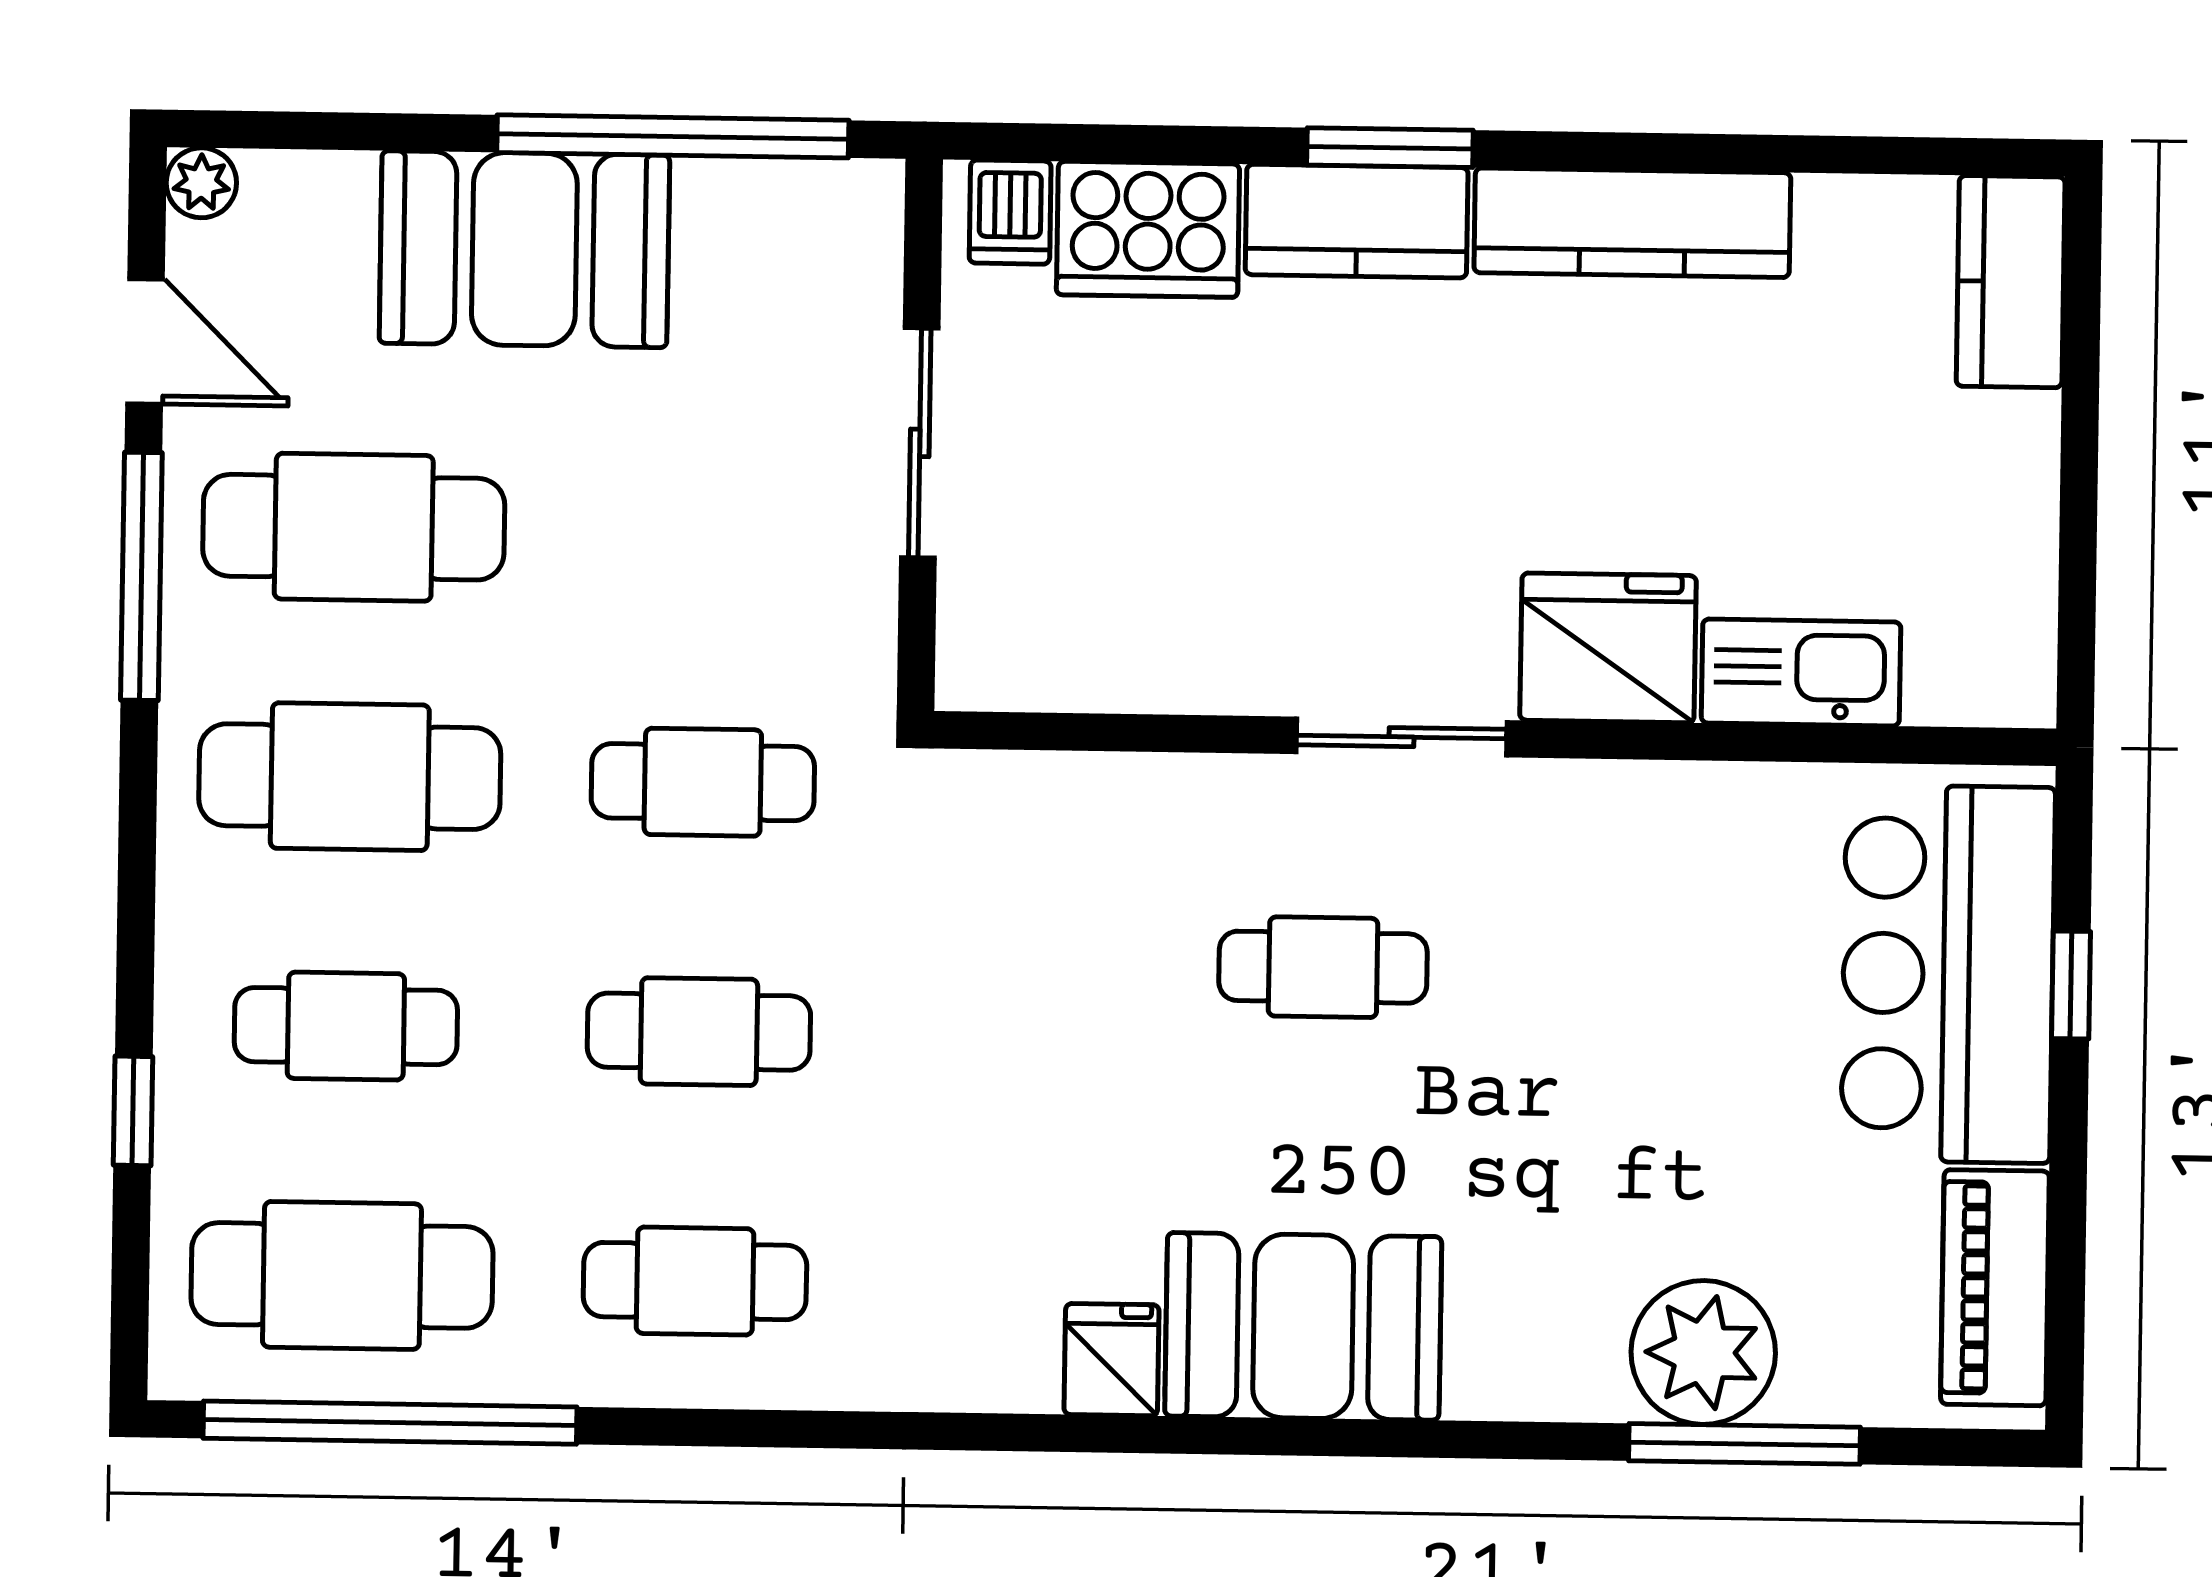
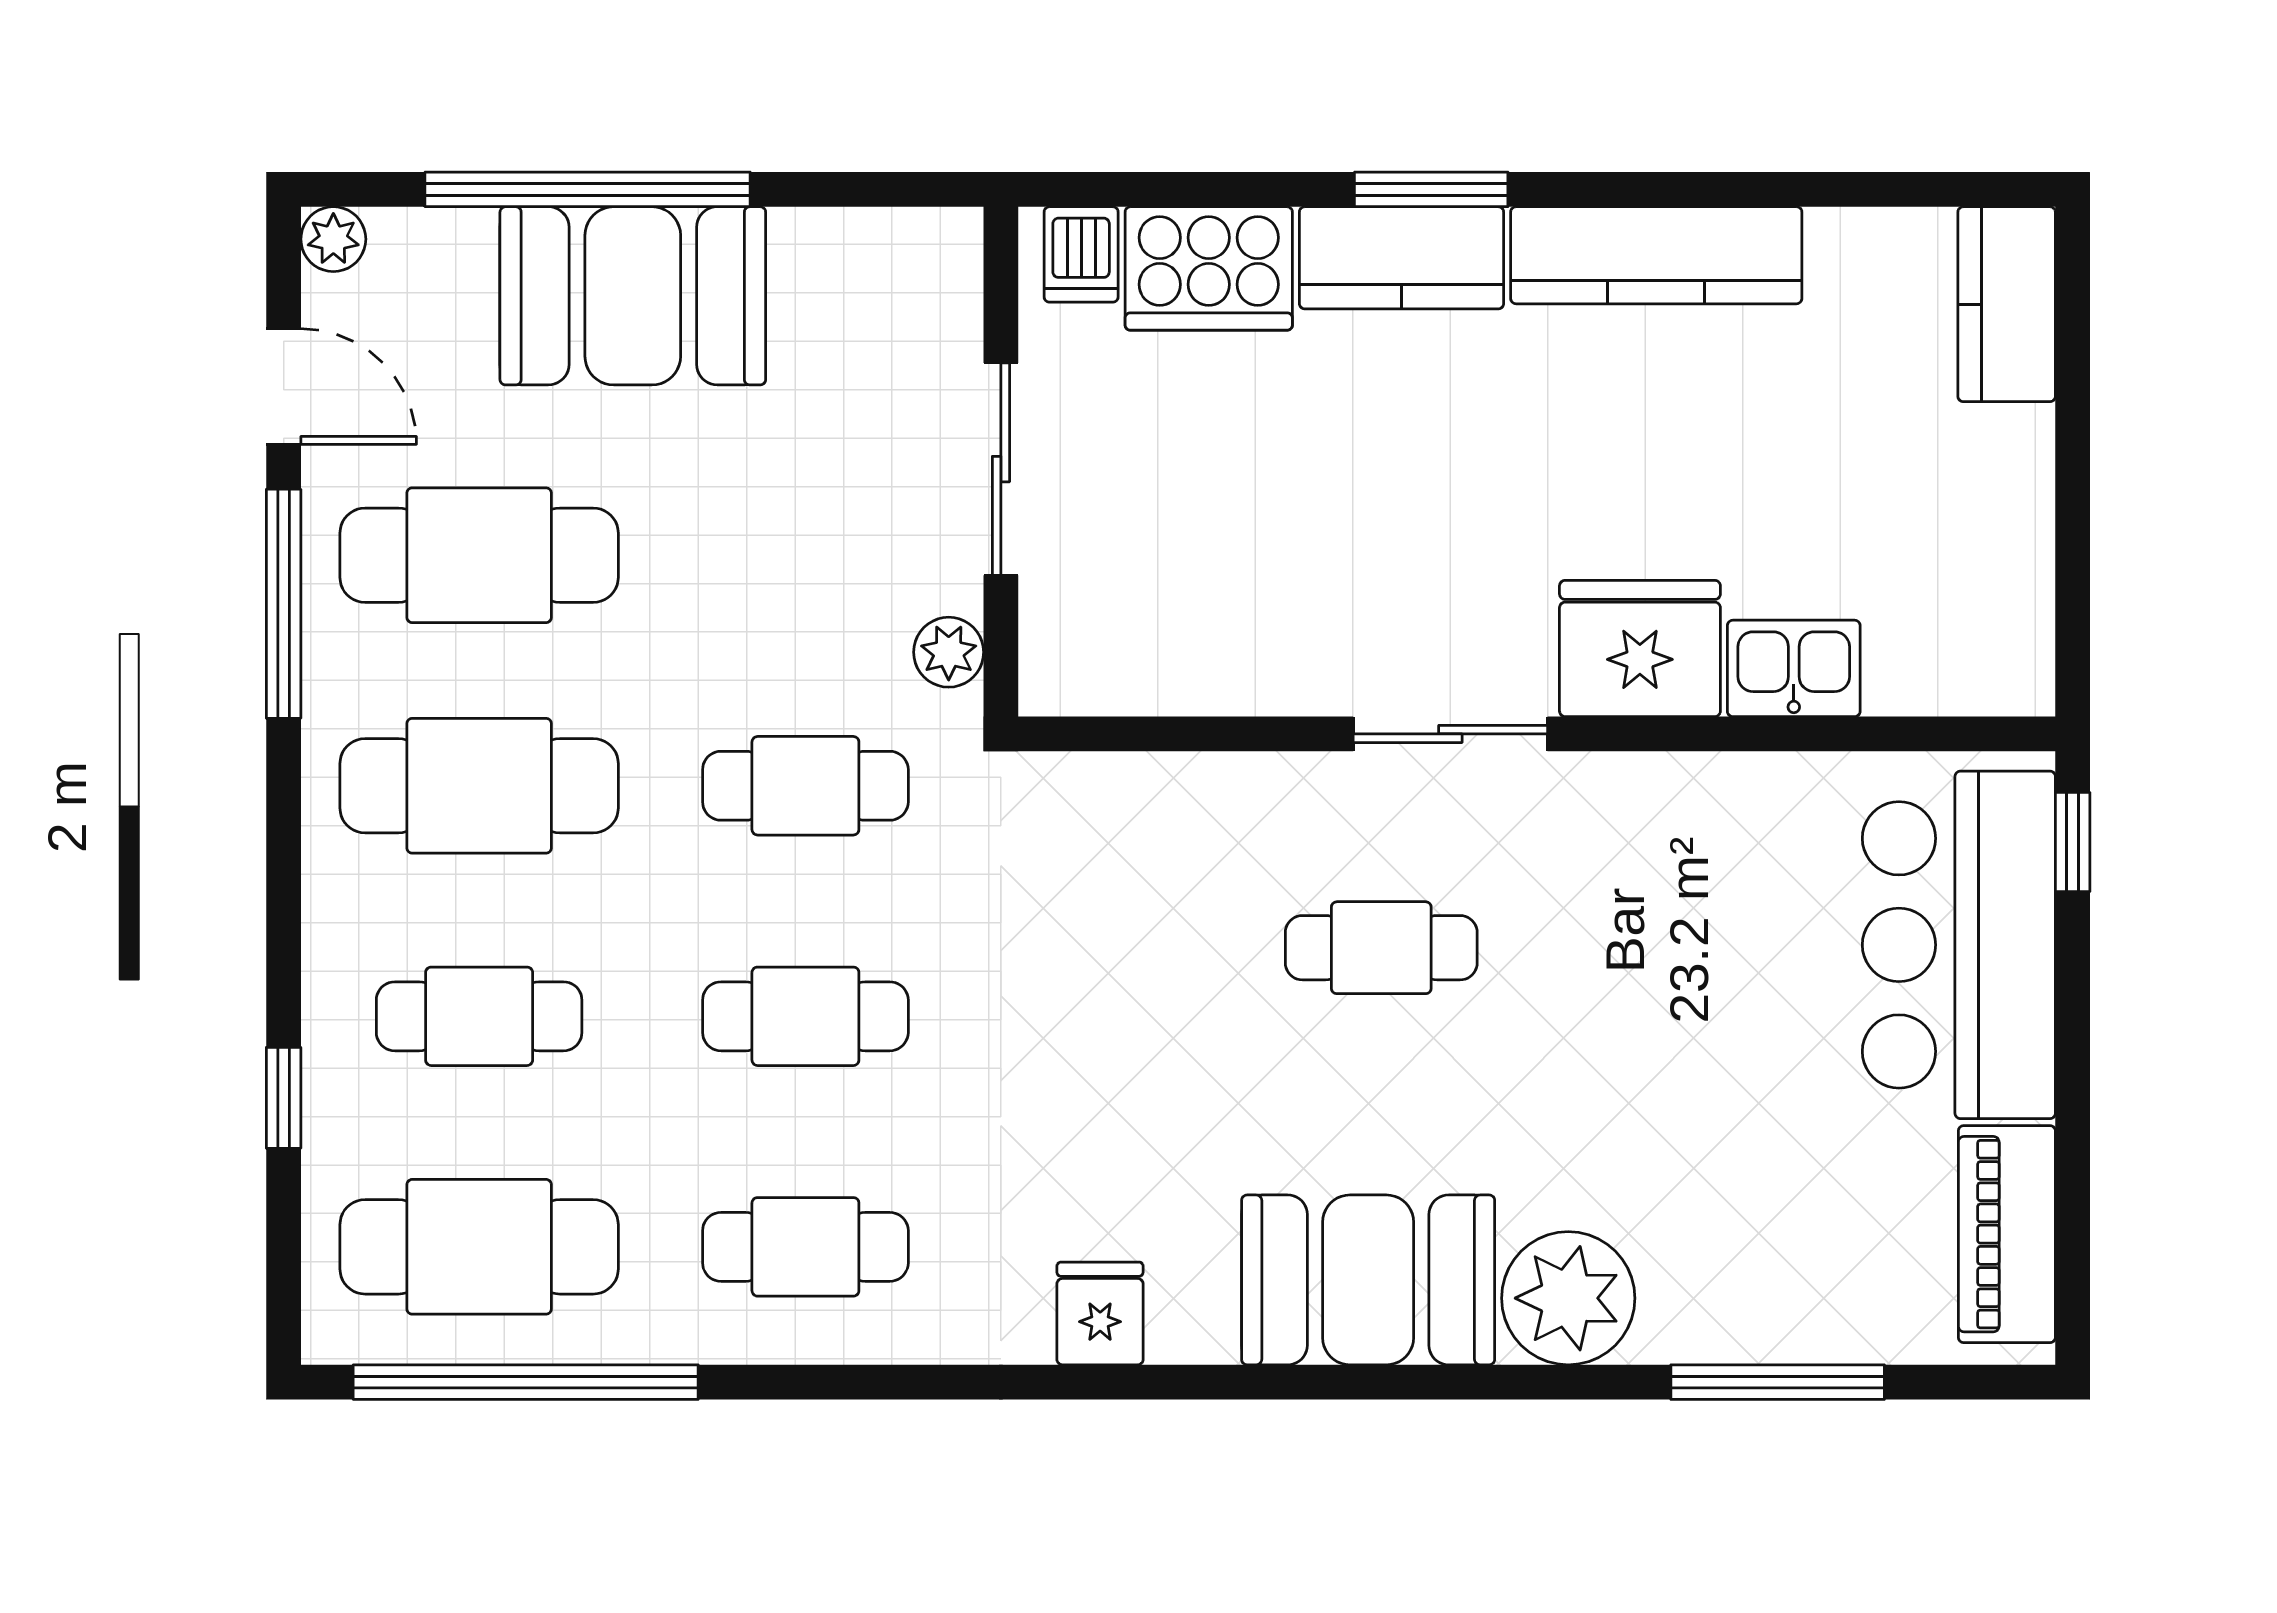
window: (673, 136) -> (588, 189), moved
plant: (860, 640) -> (949, 652), added
kitchen sink: (1801, 672) -> (1794, 668), width x0.73
window: (2071, 985) -> (2073, 842), moved
plant: (1703, 1352) -> (1568, 1298), moved
fridge: (1112, 1360) -> (1100, 1313), moved

